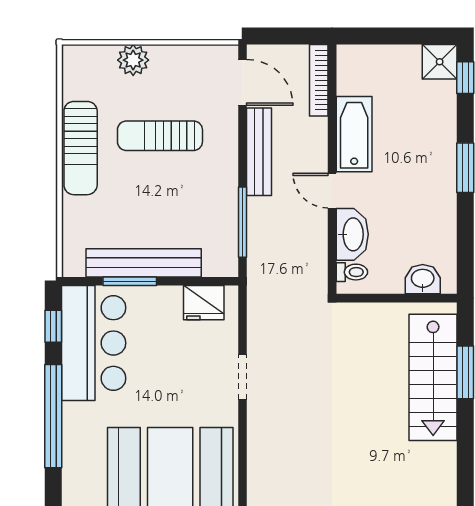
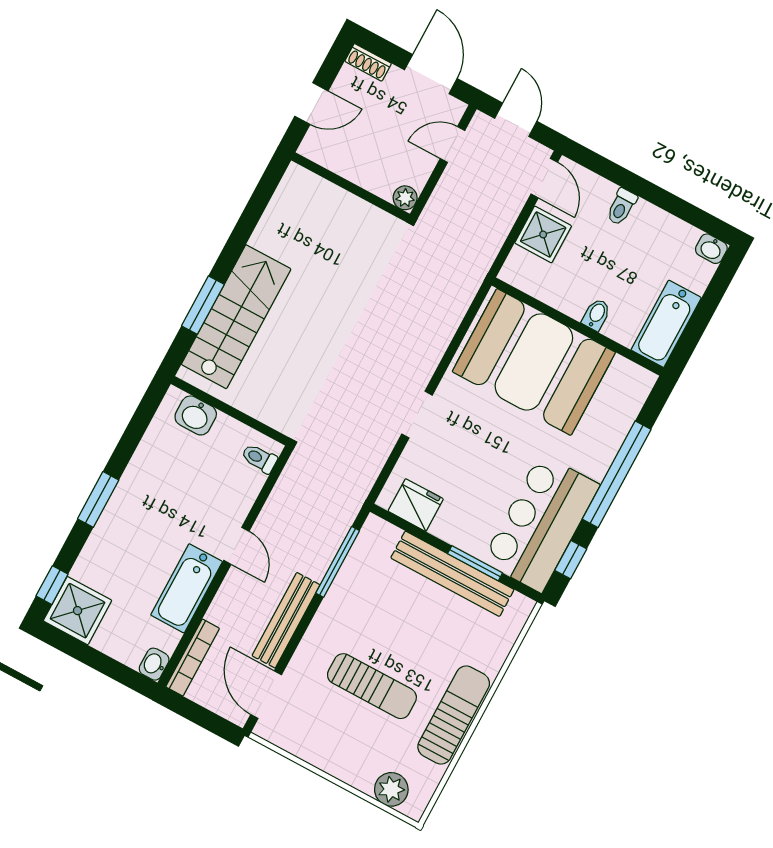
plant: (133, 60) -> (391, 789), moved
shower: (440, 62) -> (78, 611), width x1.36, depth x1.36
washbasin: (352, 234) -> (154, 664), moved, width x0.52, depth x0.69

